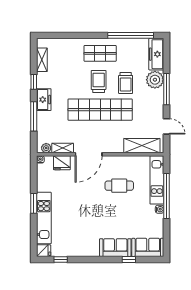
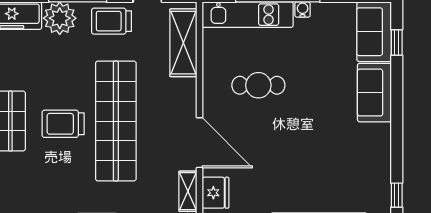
trolley: (126, 83) -> (111, 21), moved, turned 180
cafe table: (119, 186) -> (258, 85), turned 90
window: (129, 259) -> (397, 42), moved

